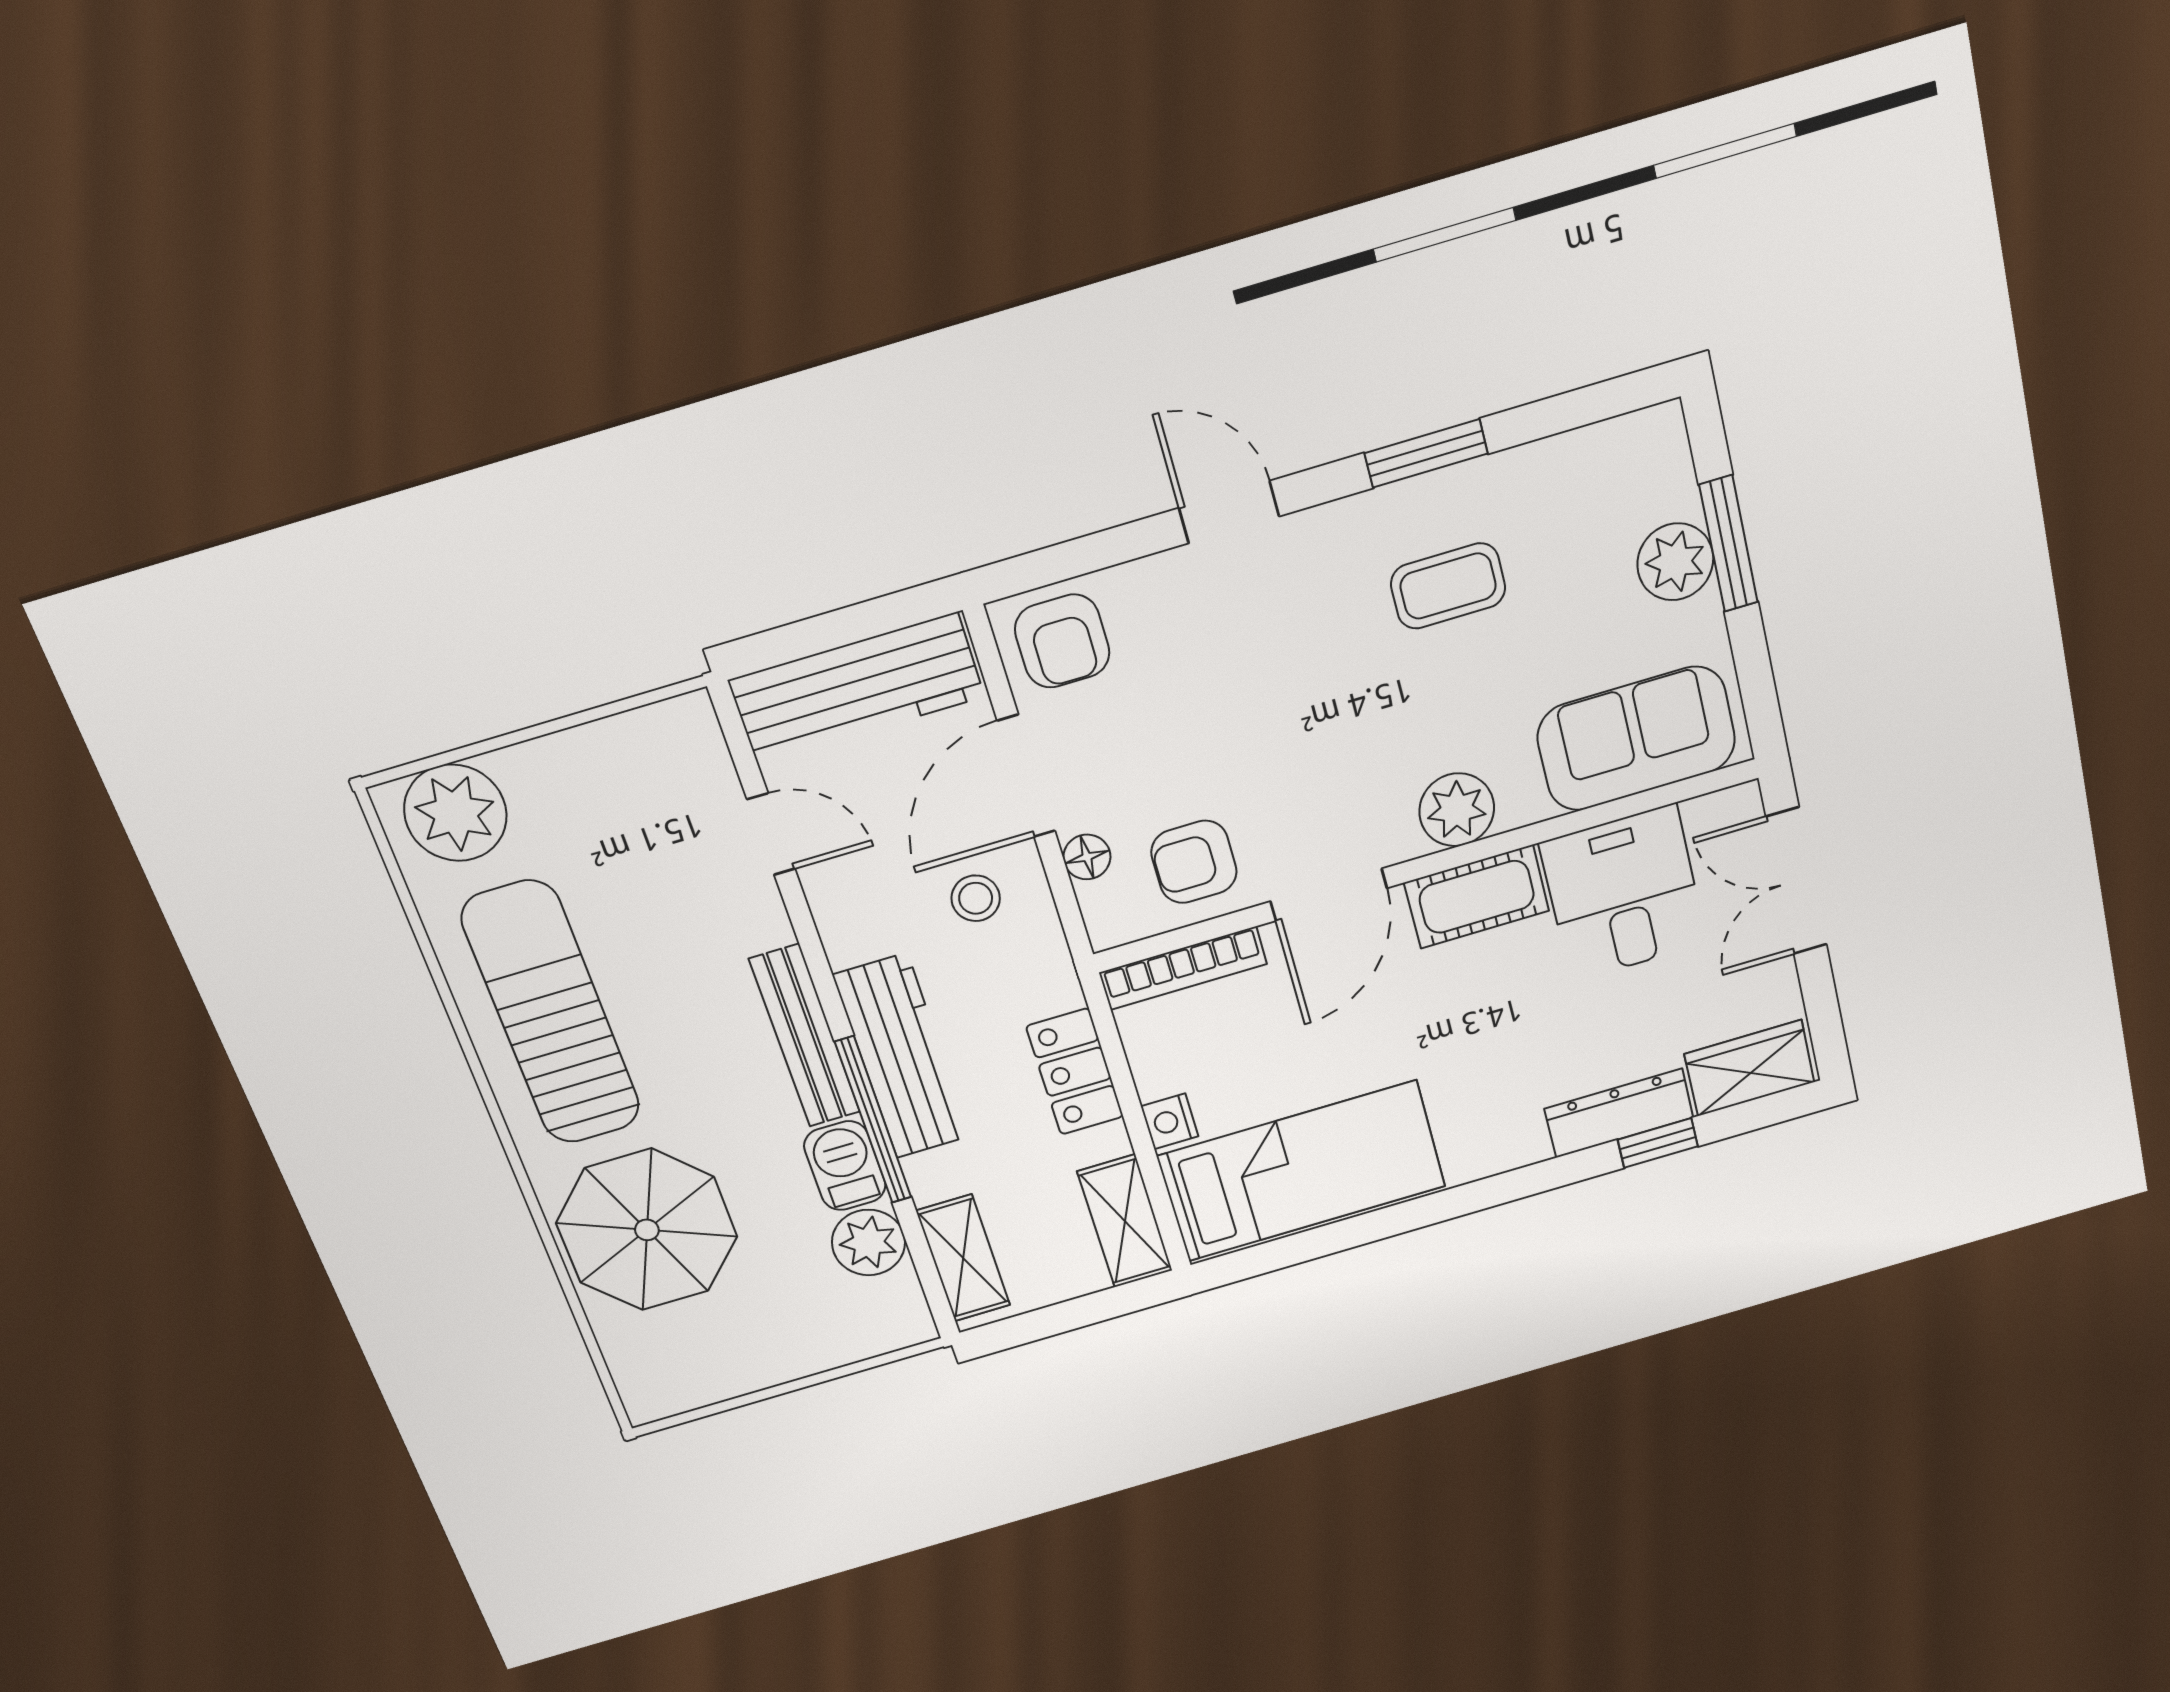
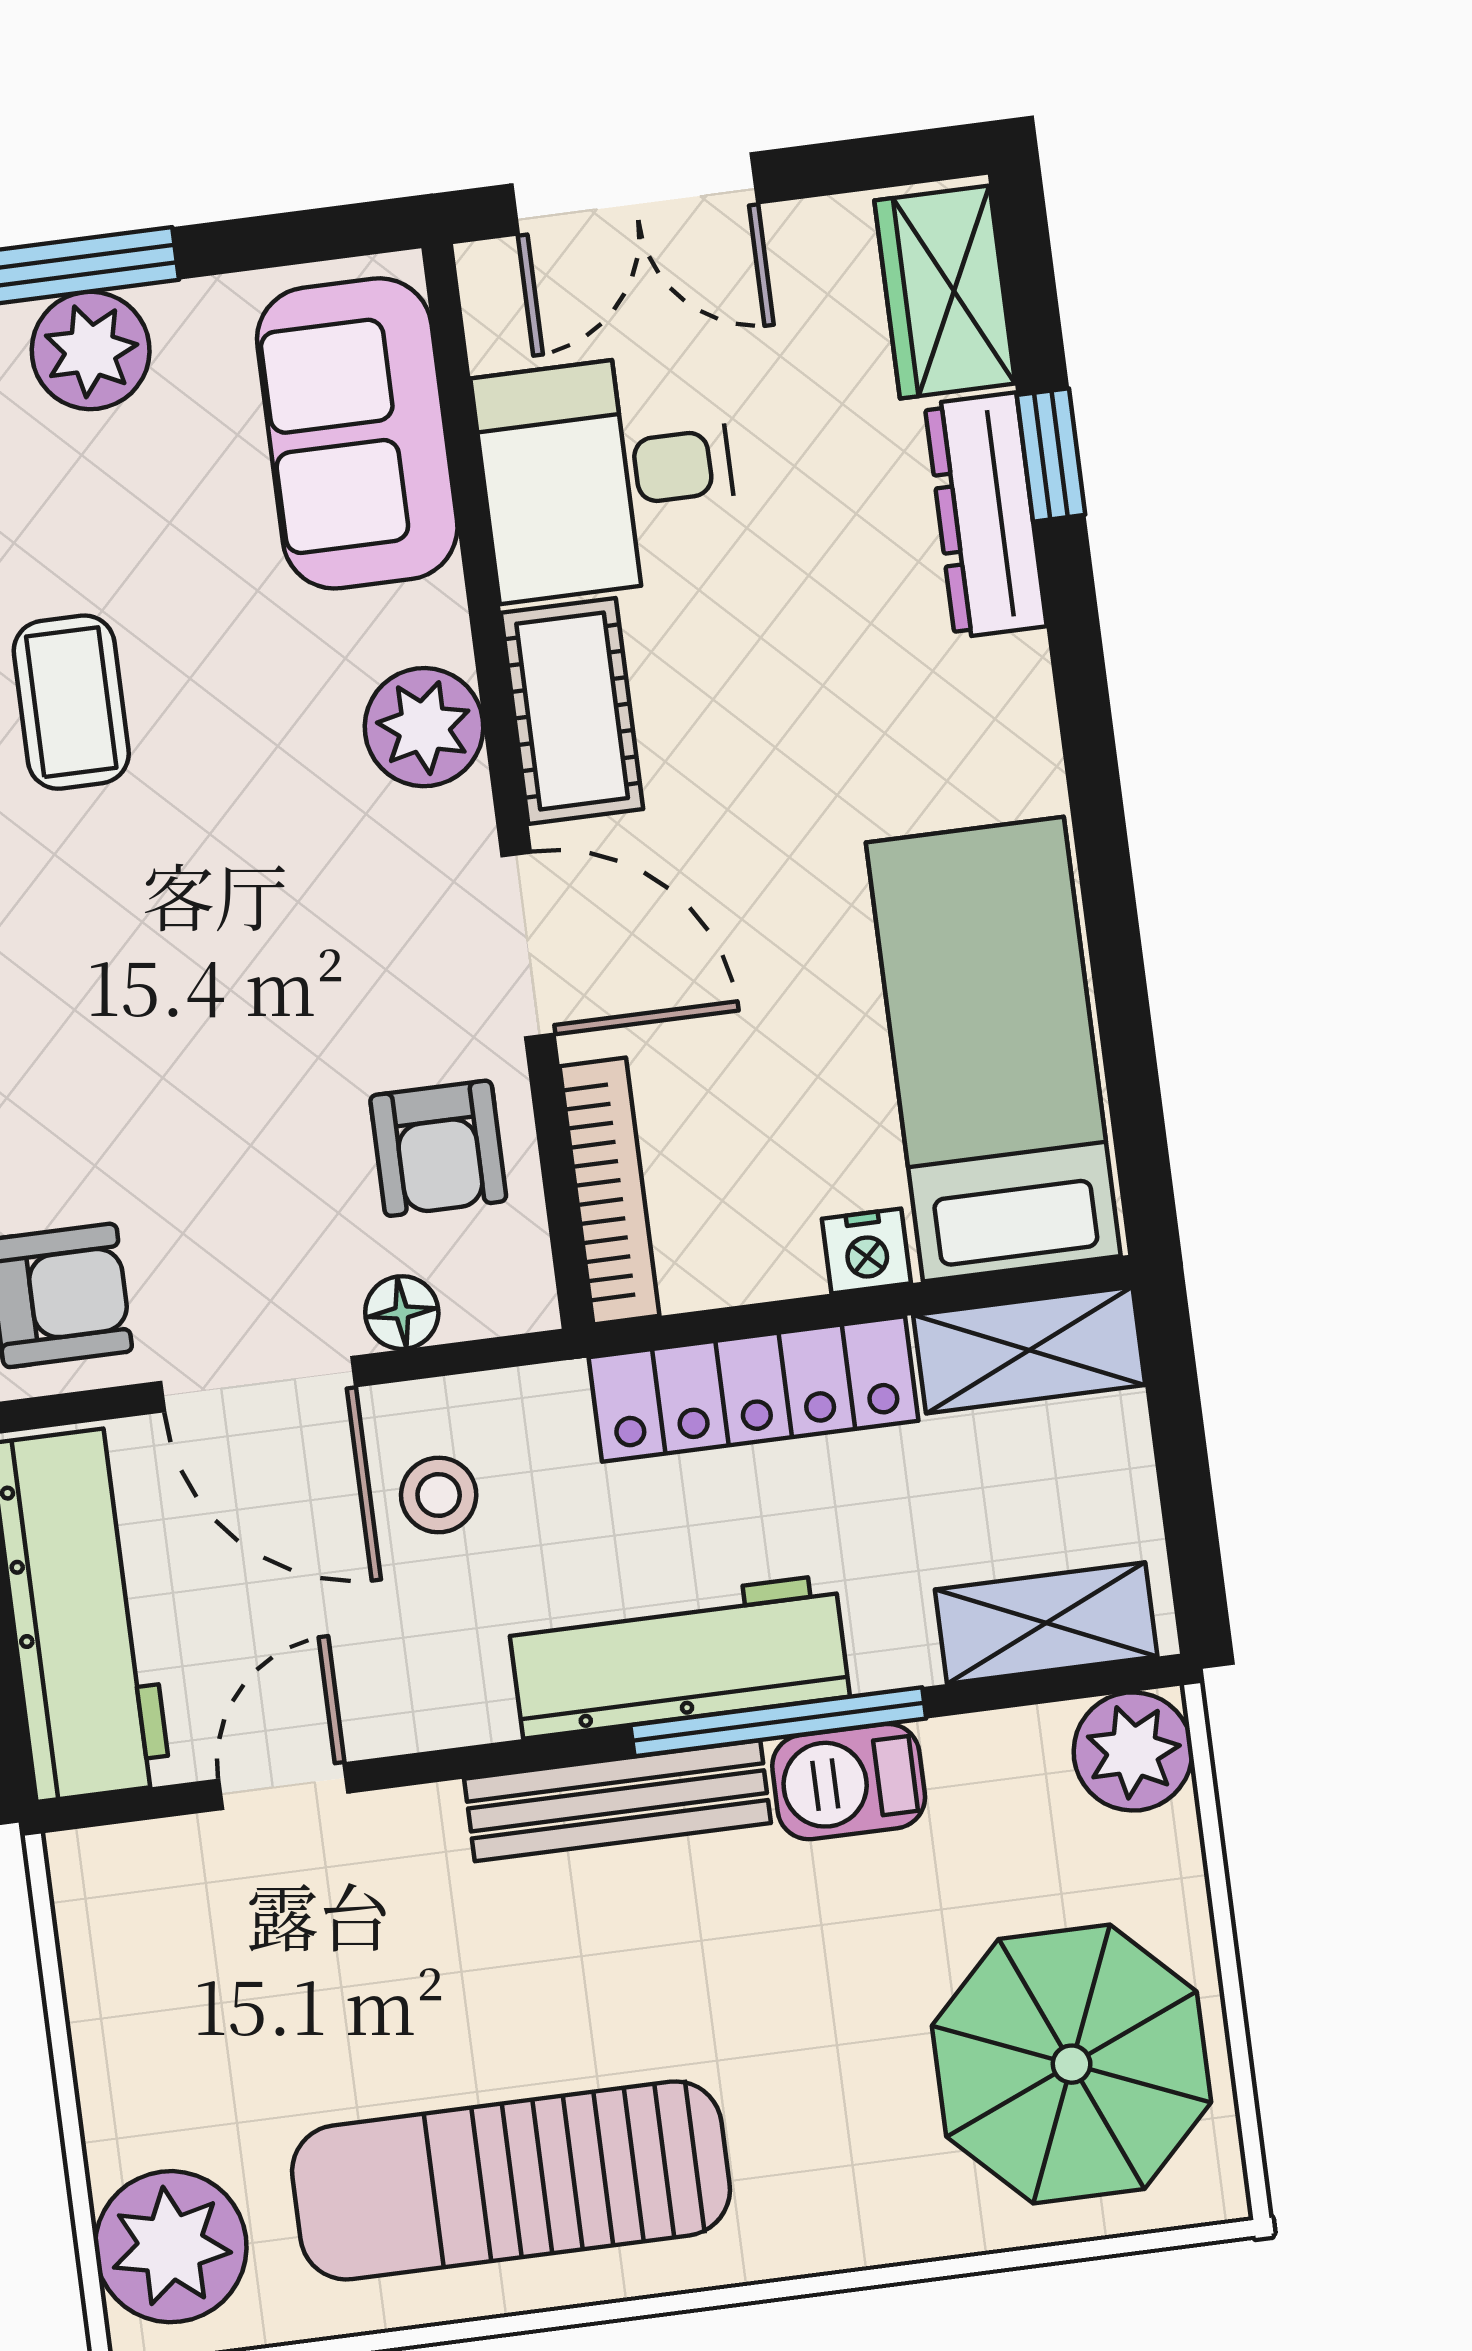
locker: (1075, 1072) -> (753, 1389), width x1.53
parasol: (647, 1230) -> (1072, 2064), moved
plant: (868, 1243) -> (1133, 1752), moved

